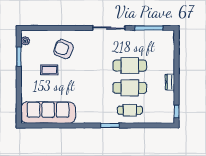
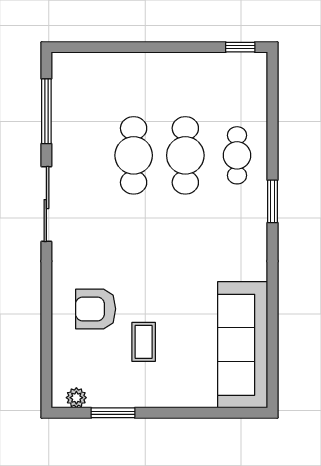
armchair: (64, 49) -> (96, 309), turned 69
dresser: (170, 82) -> (172, 62), removed

